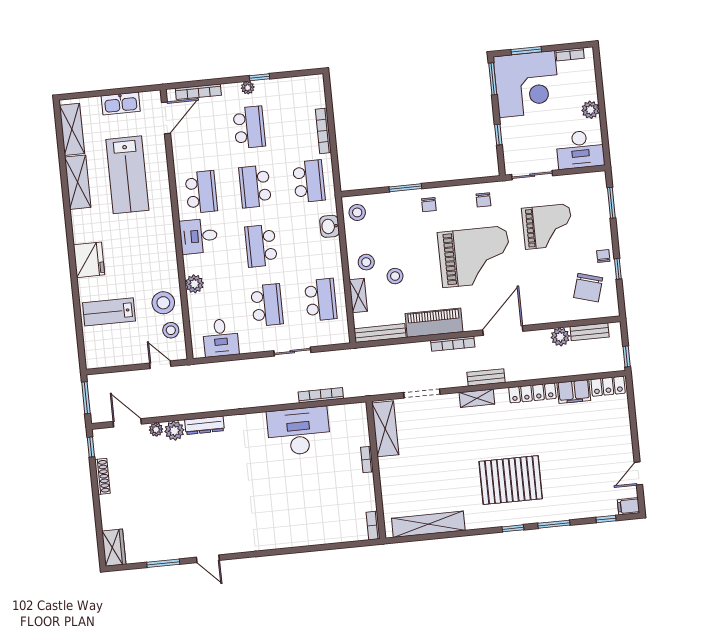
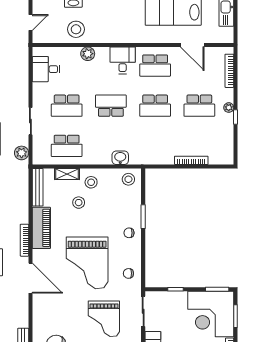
door: (166, 118) -> (192, 45), moved
school desk: (309, 181) -> (155, 146), removed
school desk: (255, 187) -> (155, 106), turned 180
stool: (171, 330) -> (55, 33), removed
plant: (560, 337) -> (22, 153), moved

